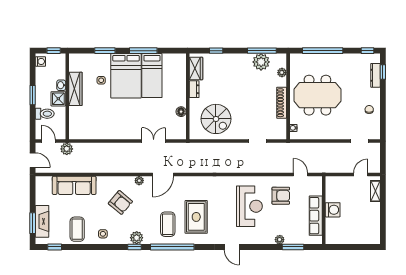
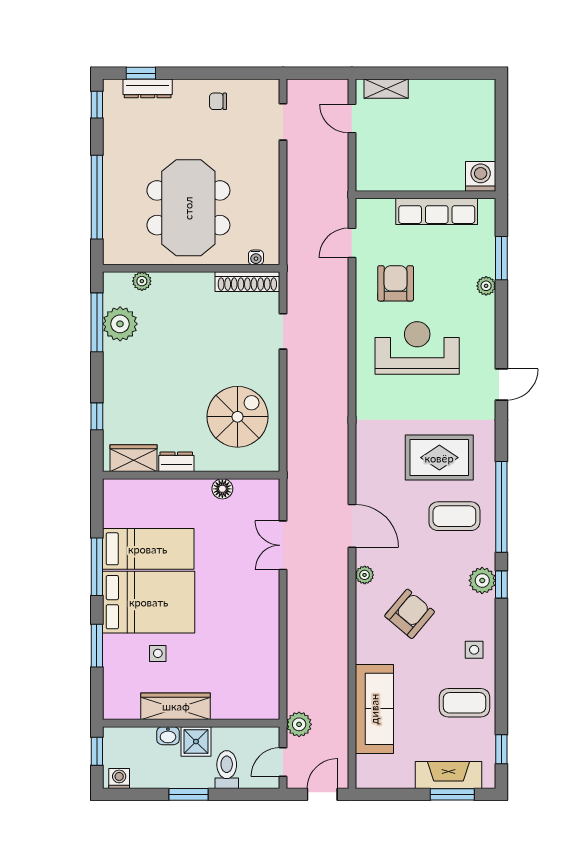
shoe rack: (282, 103) -> (247, 282), moved
washing machine: (333, 210) -> (481, 176), moved

